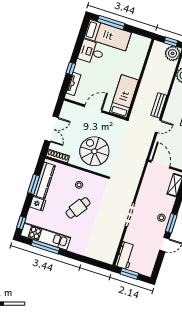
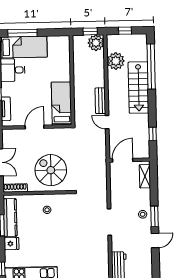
door: (158, 126) -> (107, 122), swing flipped
door: (160, 164) -> (123, 160), hinge flipped
cafe table: (78, 208) -> (54, 234), removed

